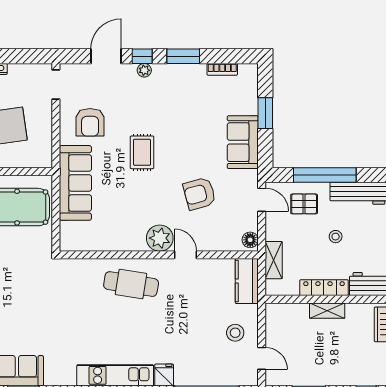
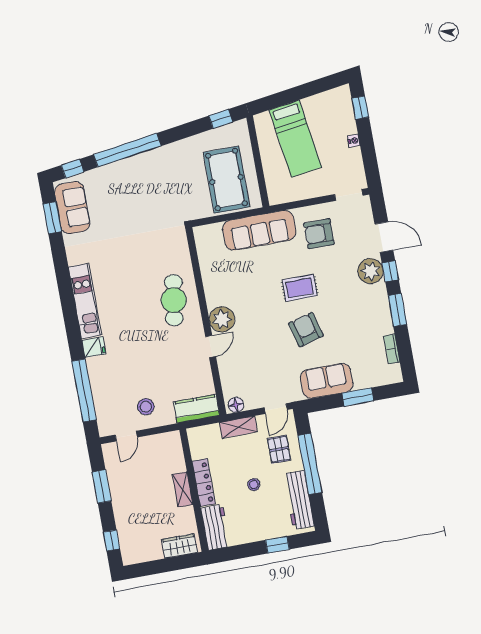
plant: (144, 70) -> (371, 271), width x1.88, depth x1.88
armchair: (199, 194) -> (306, 330), moved
shelving: (274, 260) -> (238, 427), moved

